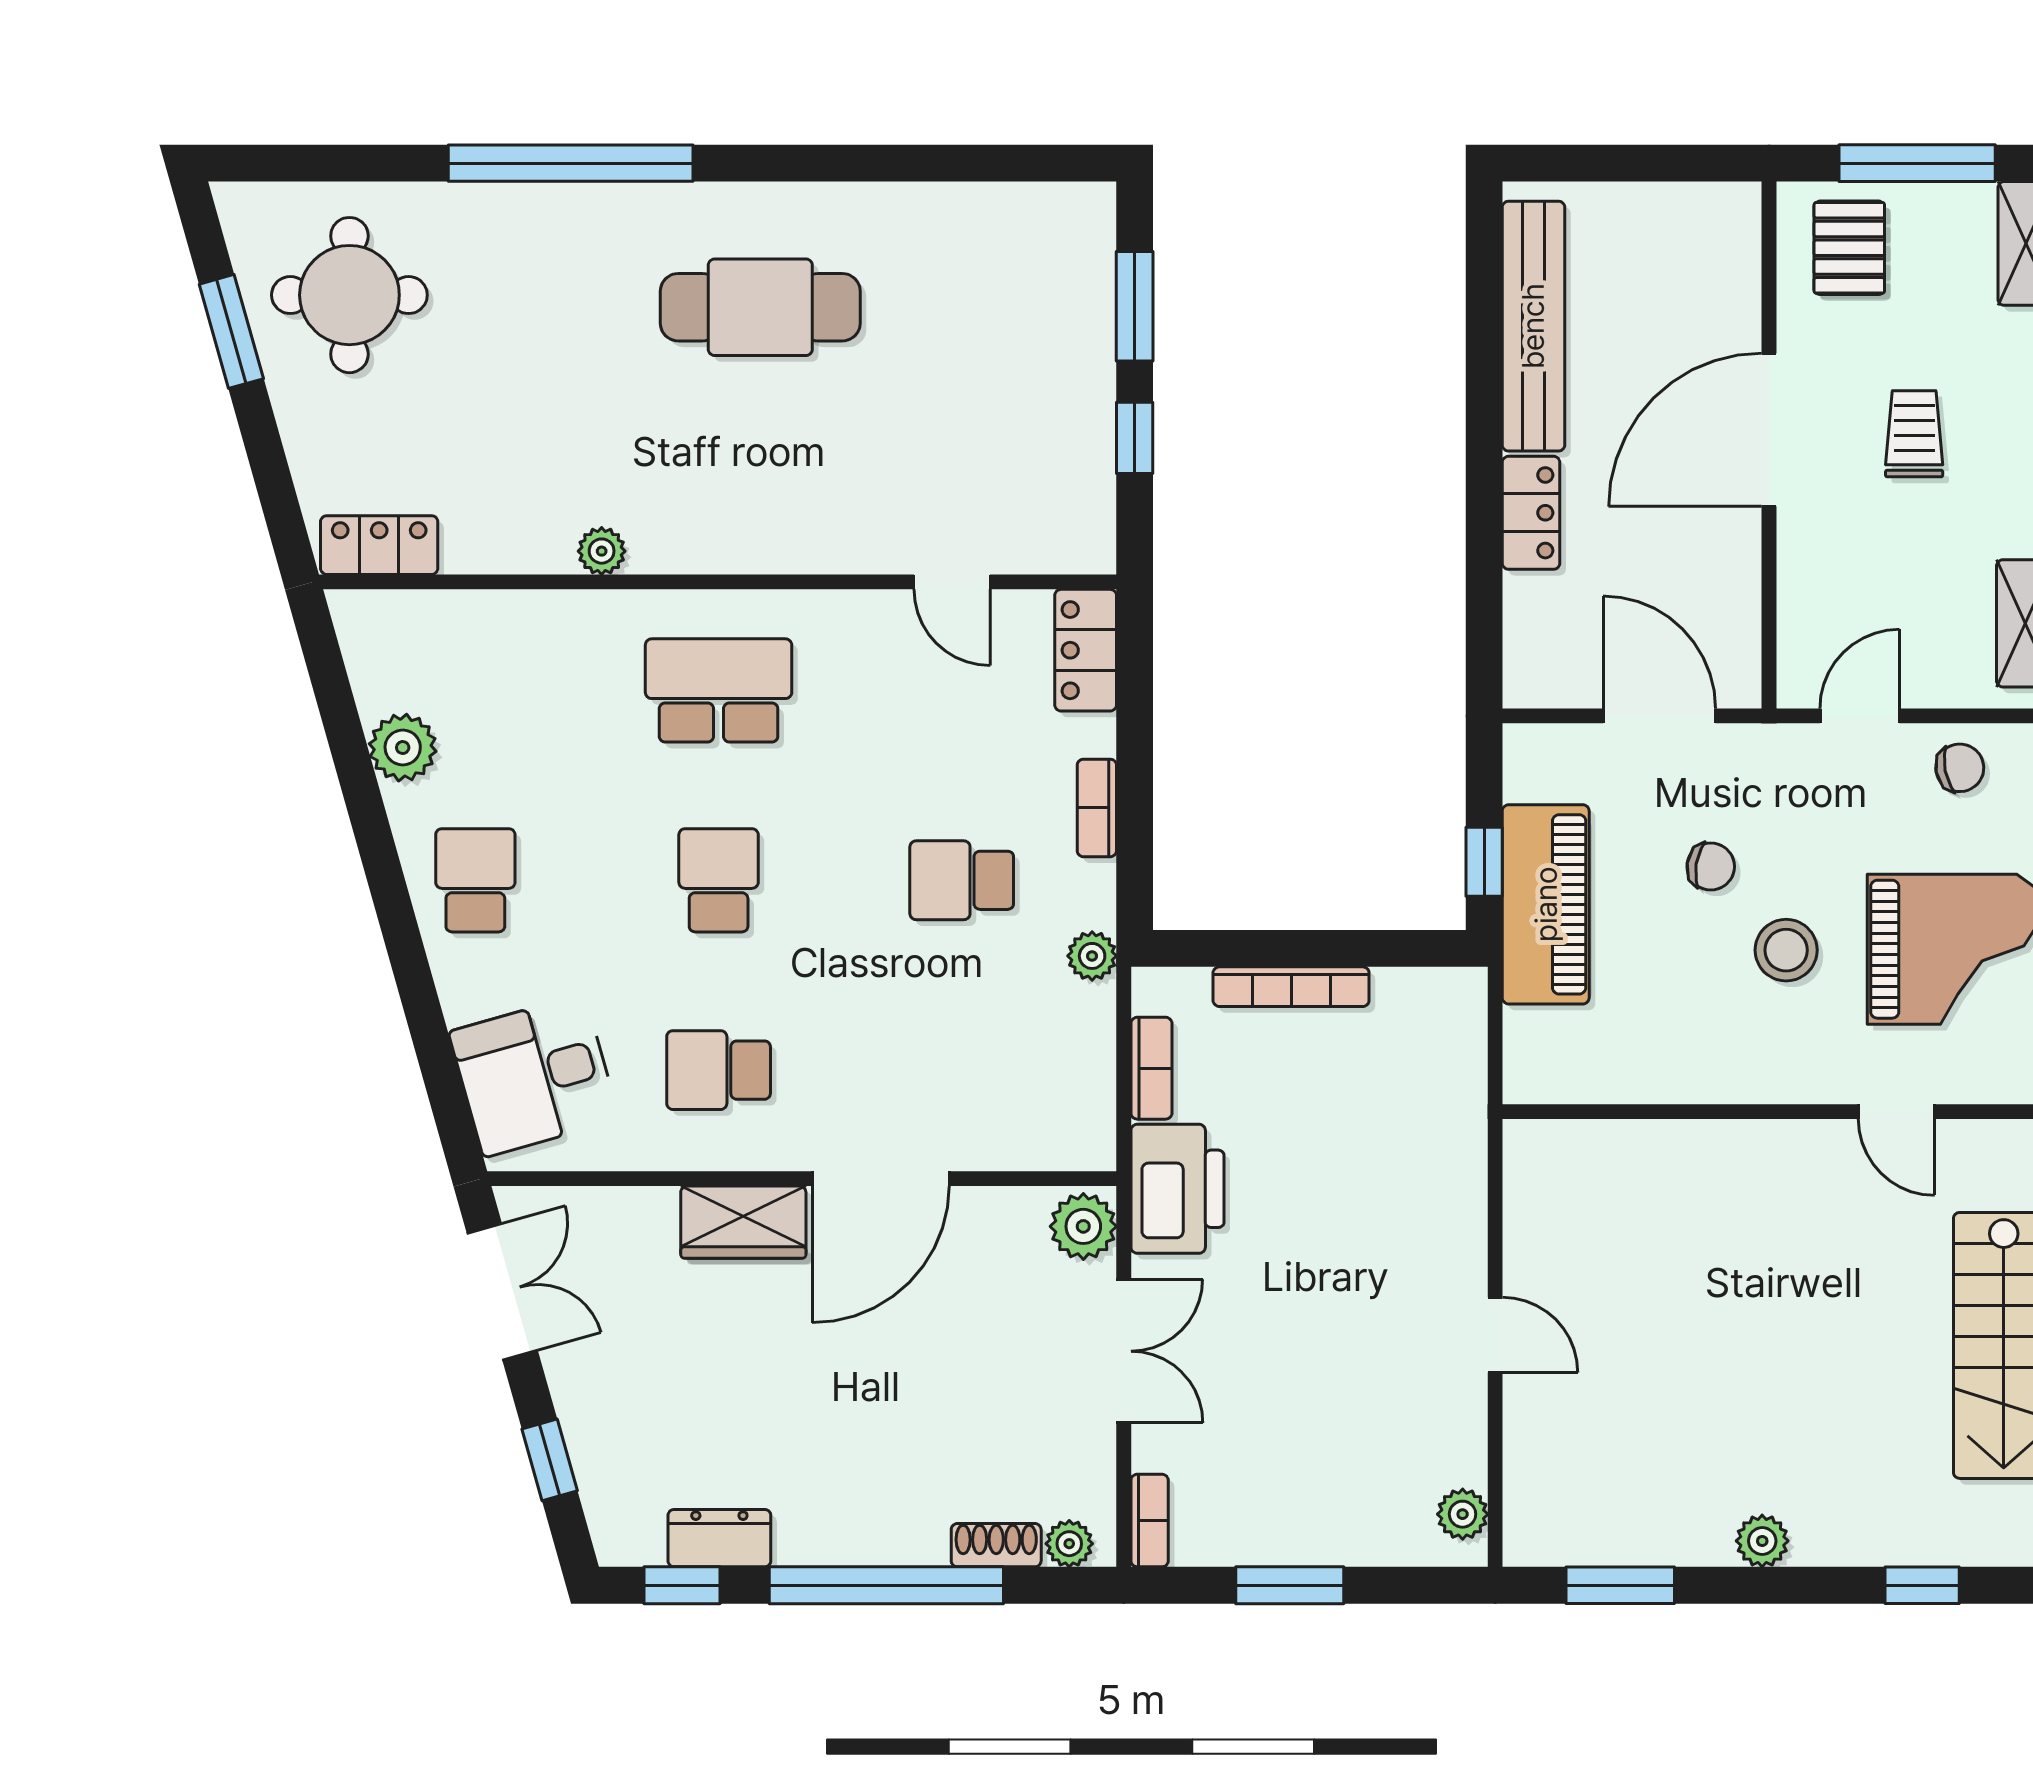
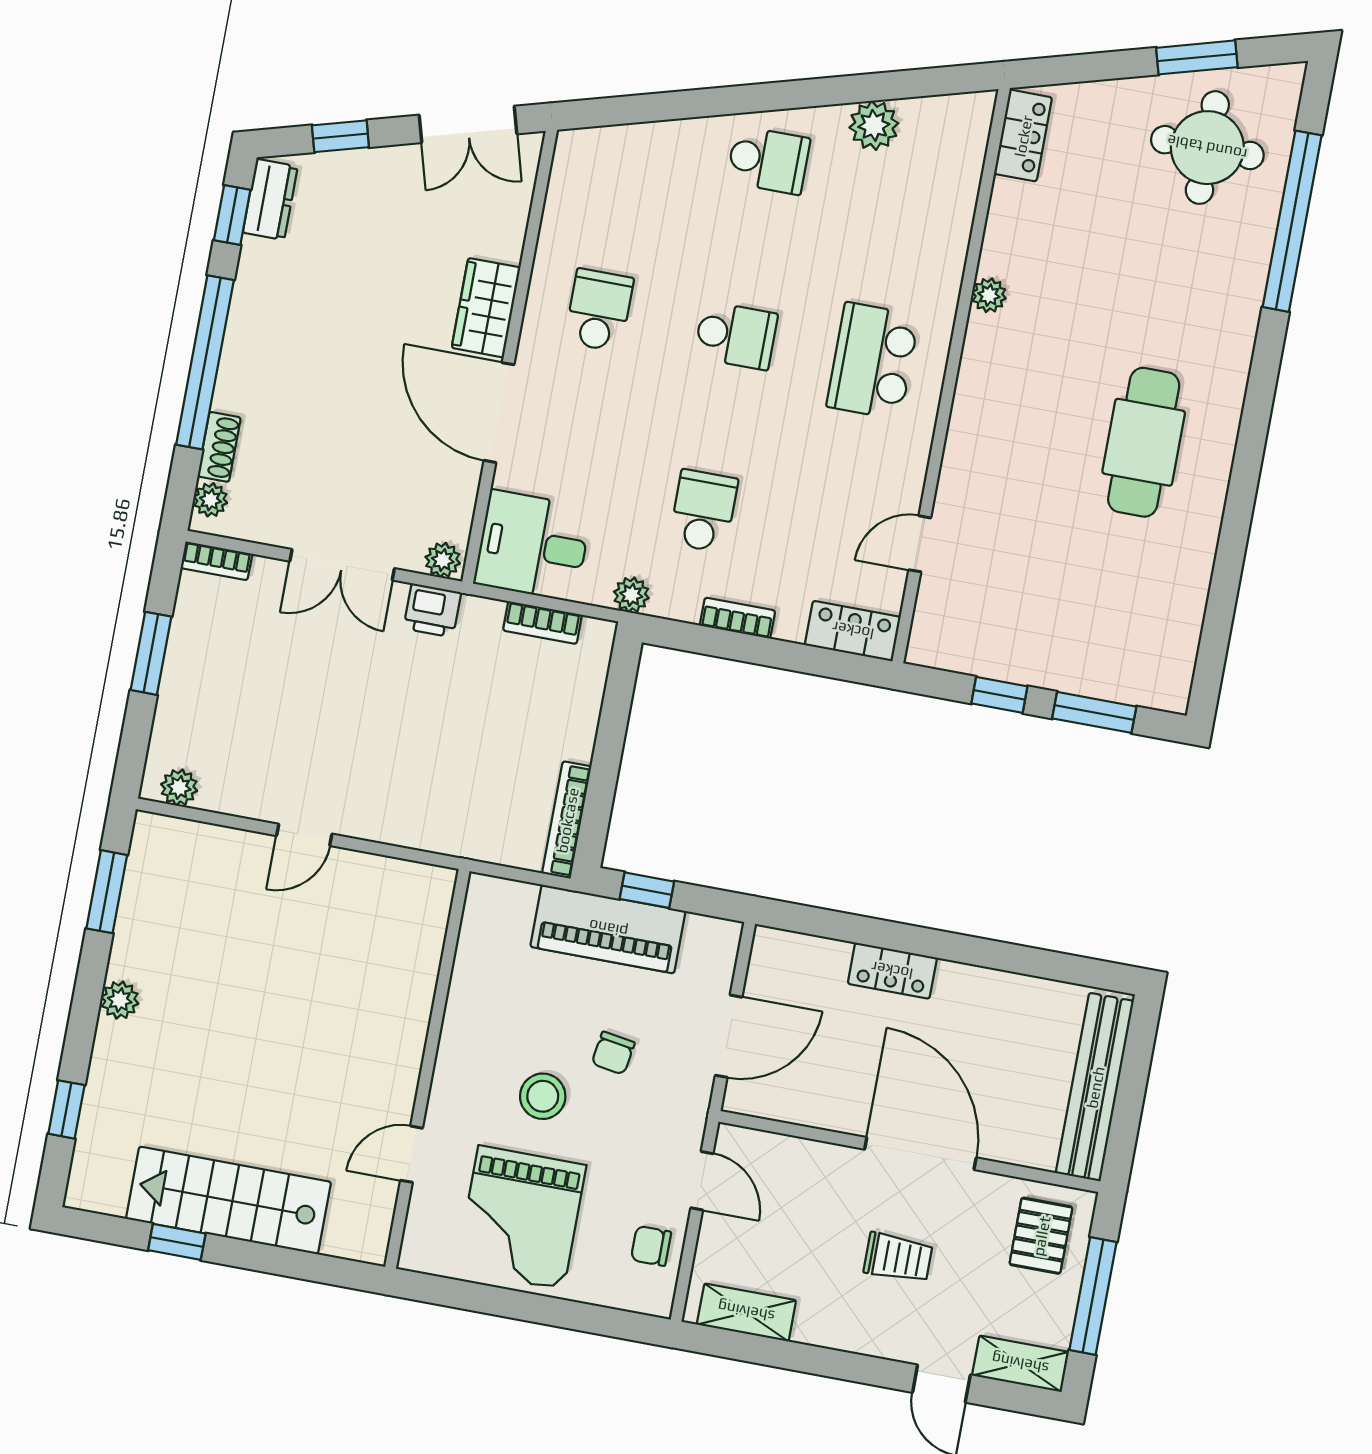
window: (571, 163) -> (1292, 221), moved
pallet: (1849, 248) -> (1041, 1236), turned 90
bench: (1533, 326) -> (1095, 1087), moved, turned 90
school desk: (719, 690) -> (873, 361), turned 180
chair: (1960, 768) -> (651, 1246), turned 101
bookcase: (1291, 987) -> (567, 820), moved
desk: (534, 1076) -> (533, 546), moved, turned -74
printer: (1177, 1189) -> (432, 610), width x0.53, depth x0.68
plant: (1083, 1226) -> (443, 560), width x0.73, depth x0.73
dresser: (719, 1538) -> (270, 200), moved

